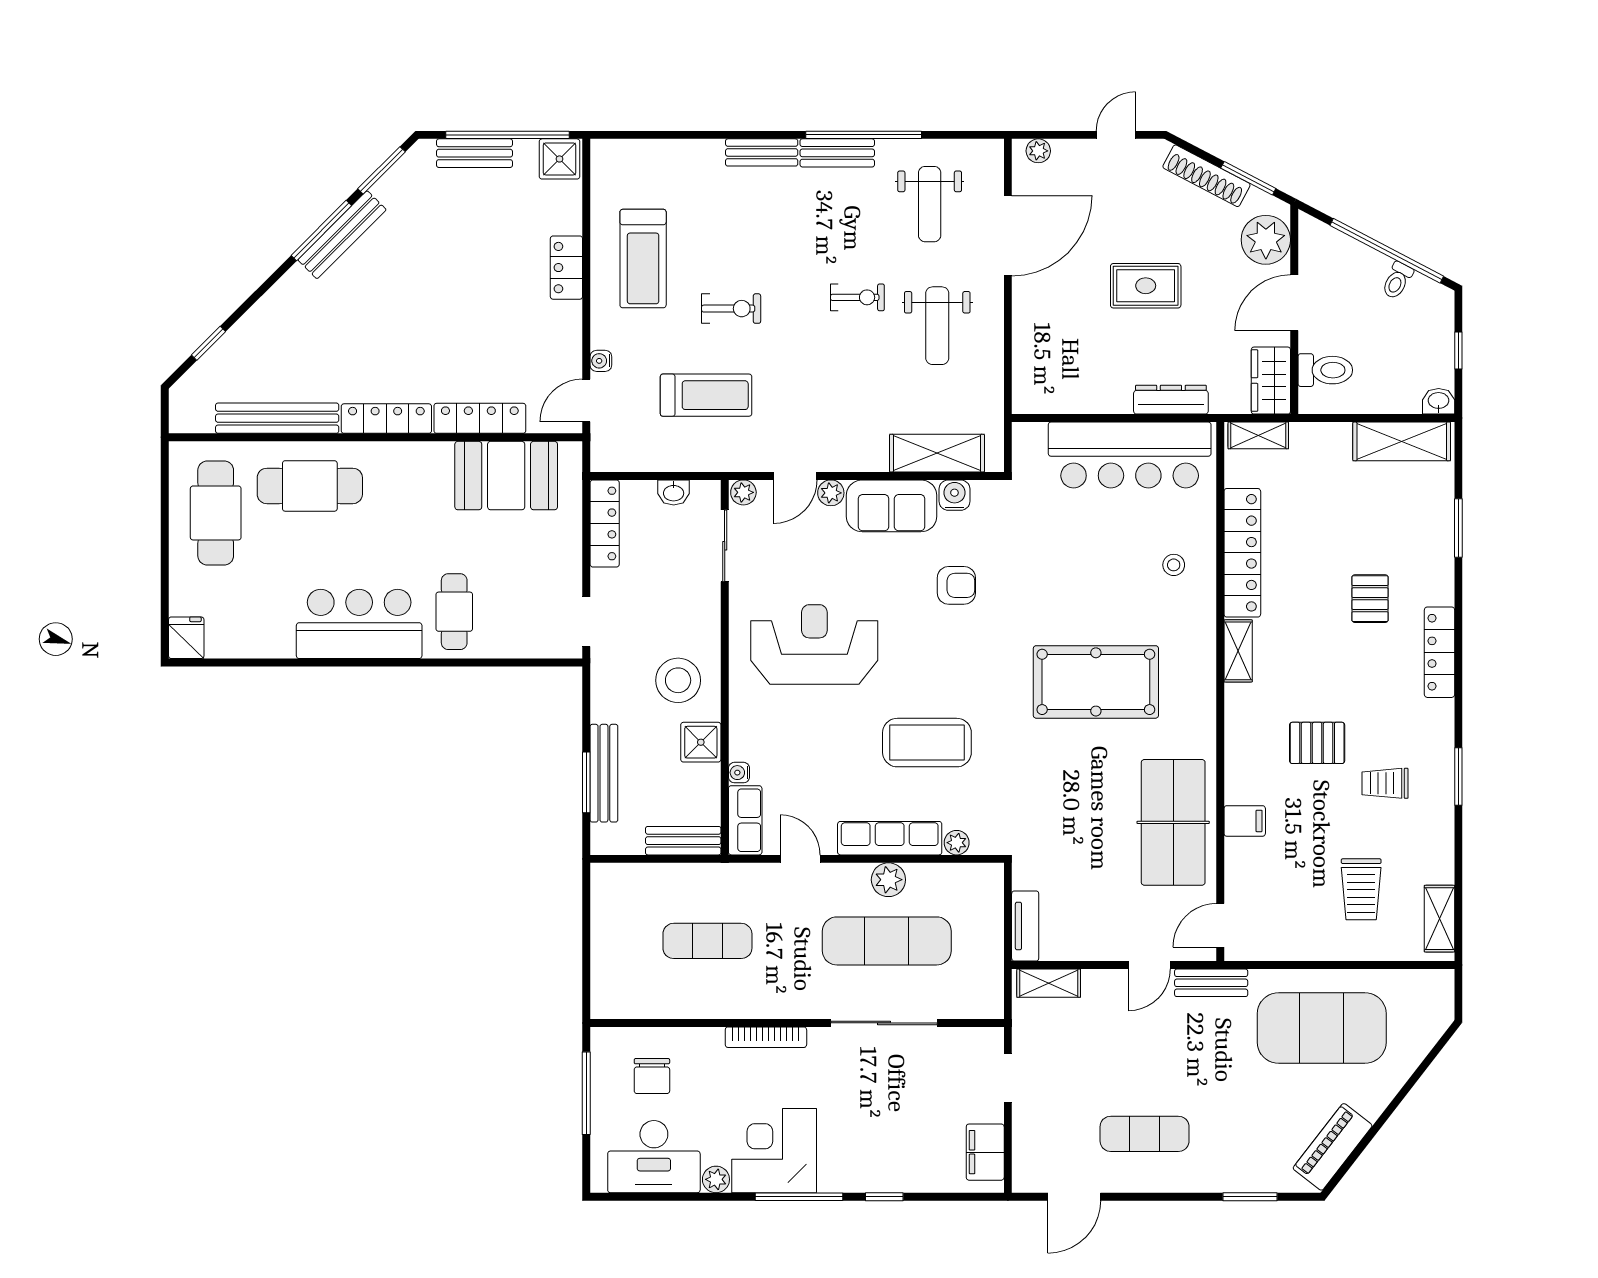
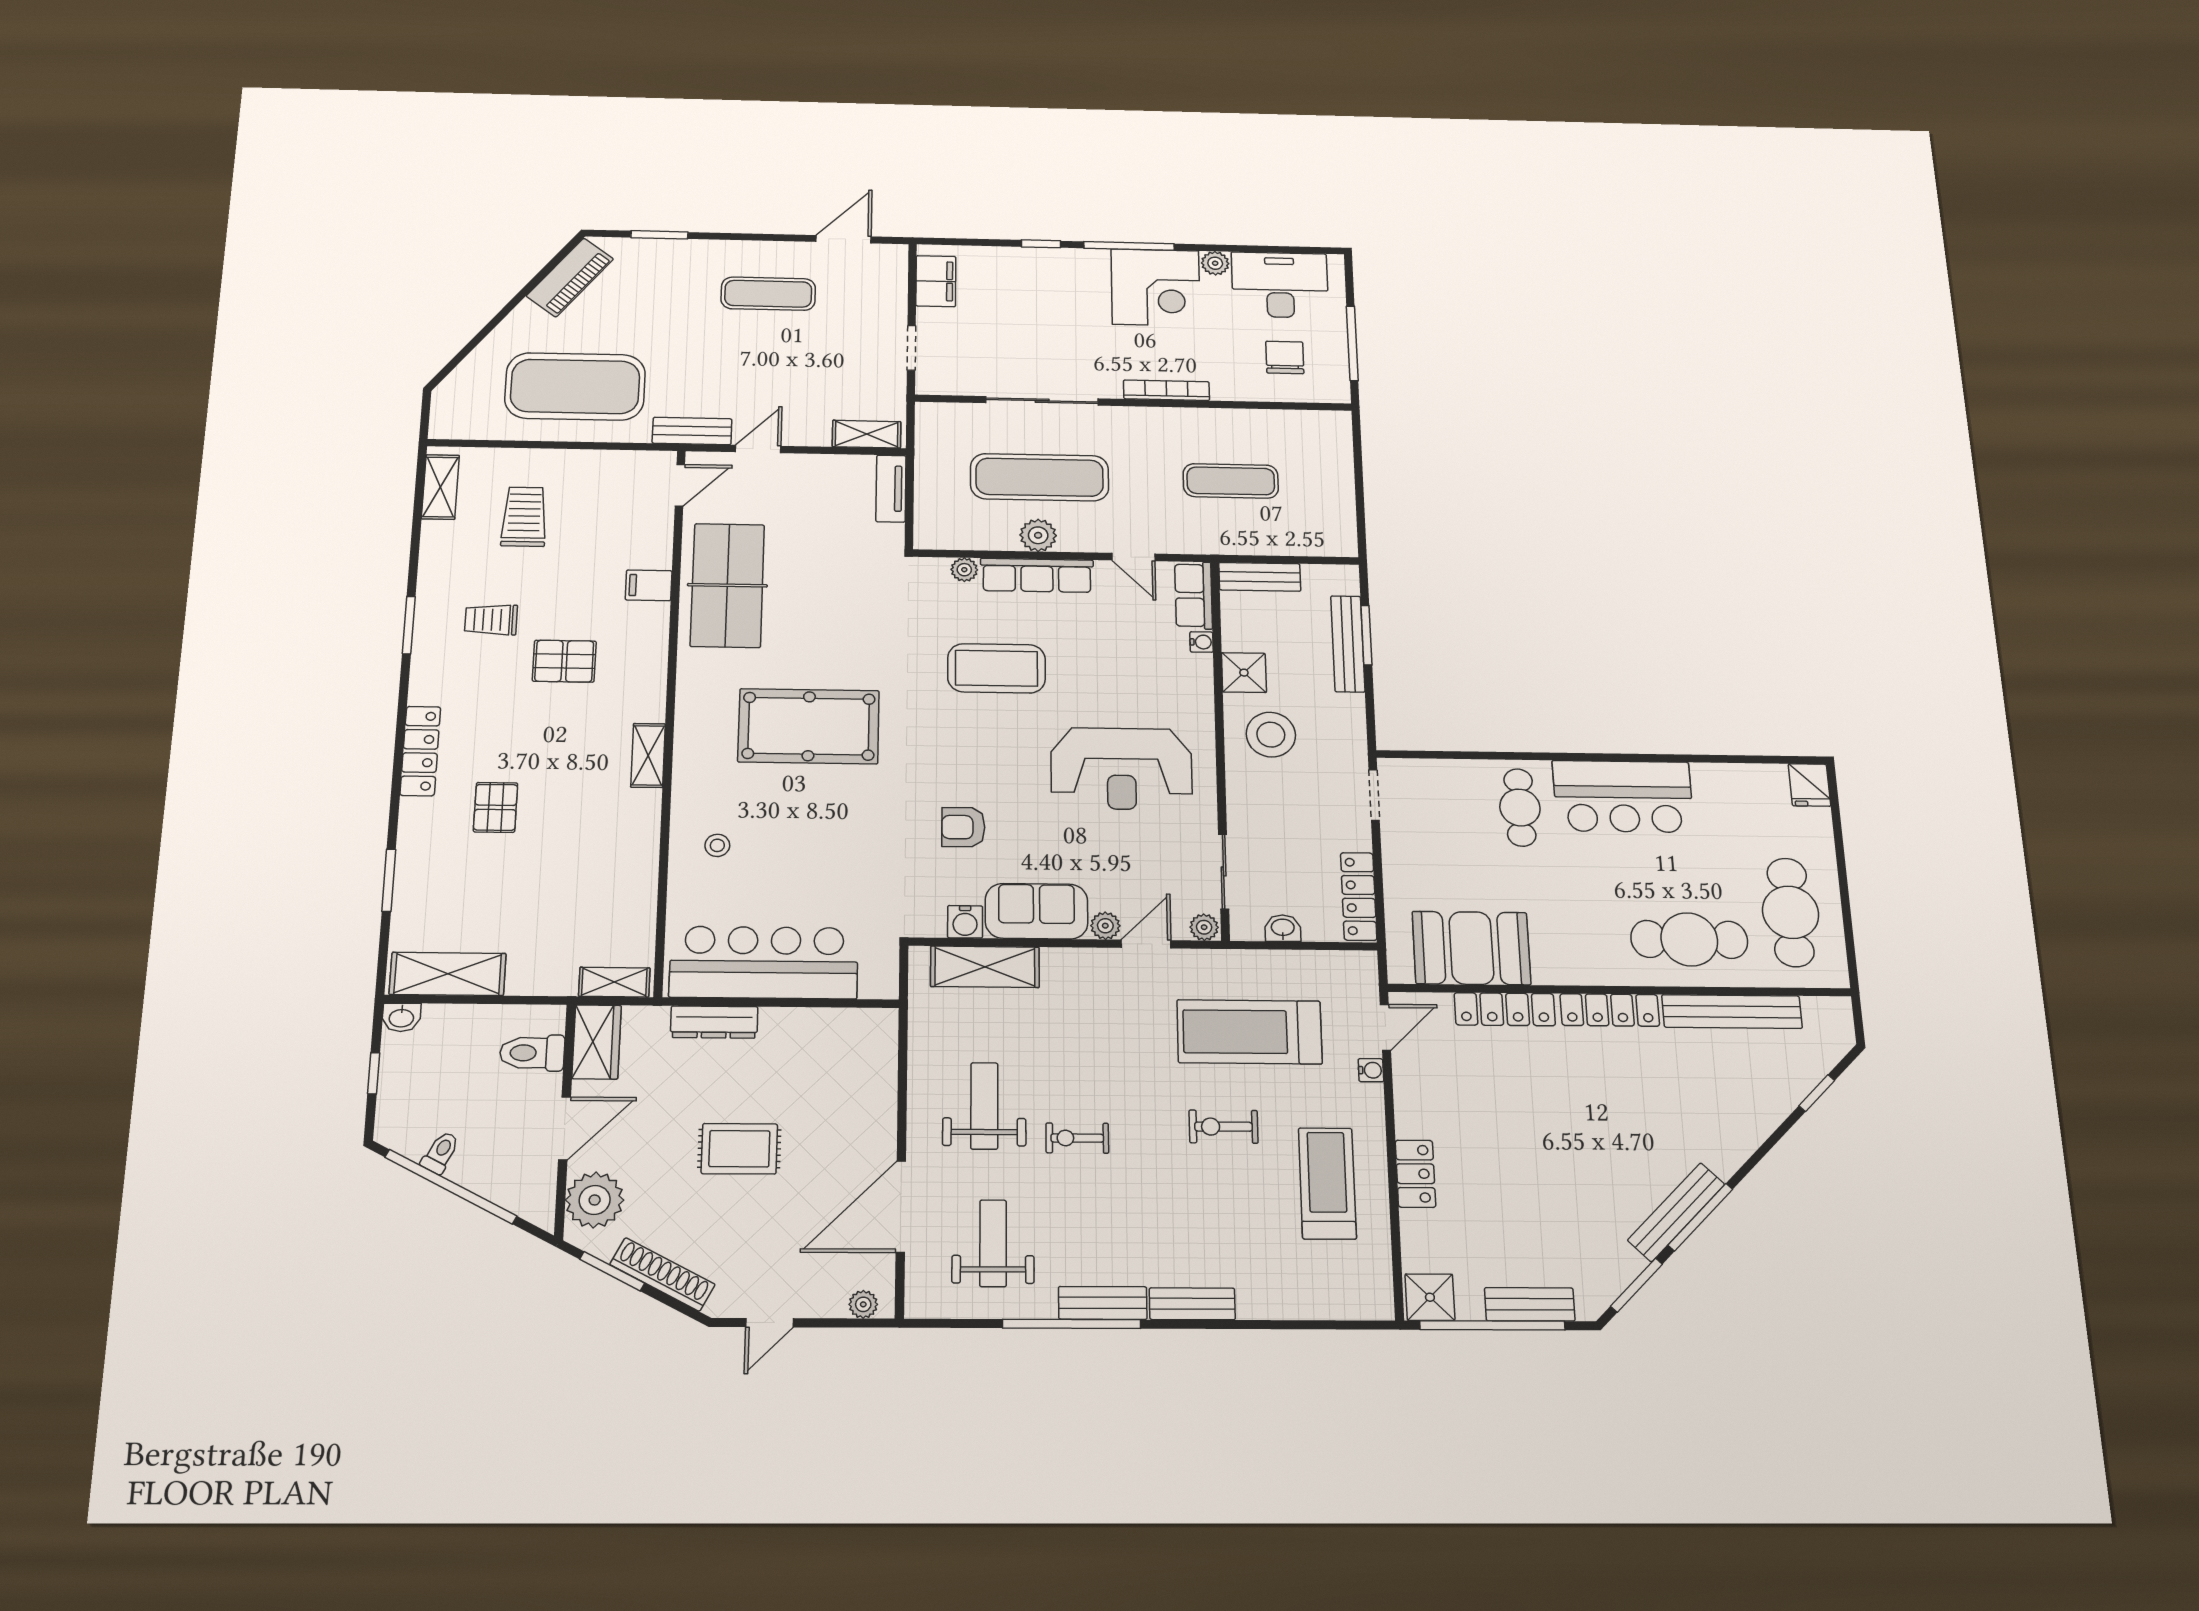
treadmill: (706, 395) -> (1249, 1032), width x1.37, depth x1.38
locker: (1242, 553) -> (639, 857), removed
trolley: (1385, 783) -> (491, 620), turned 180

